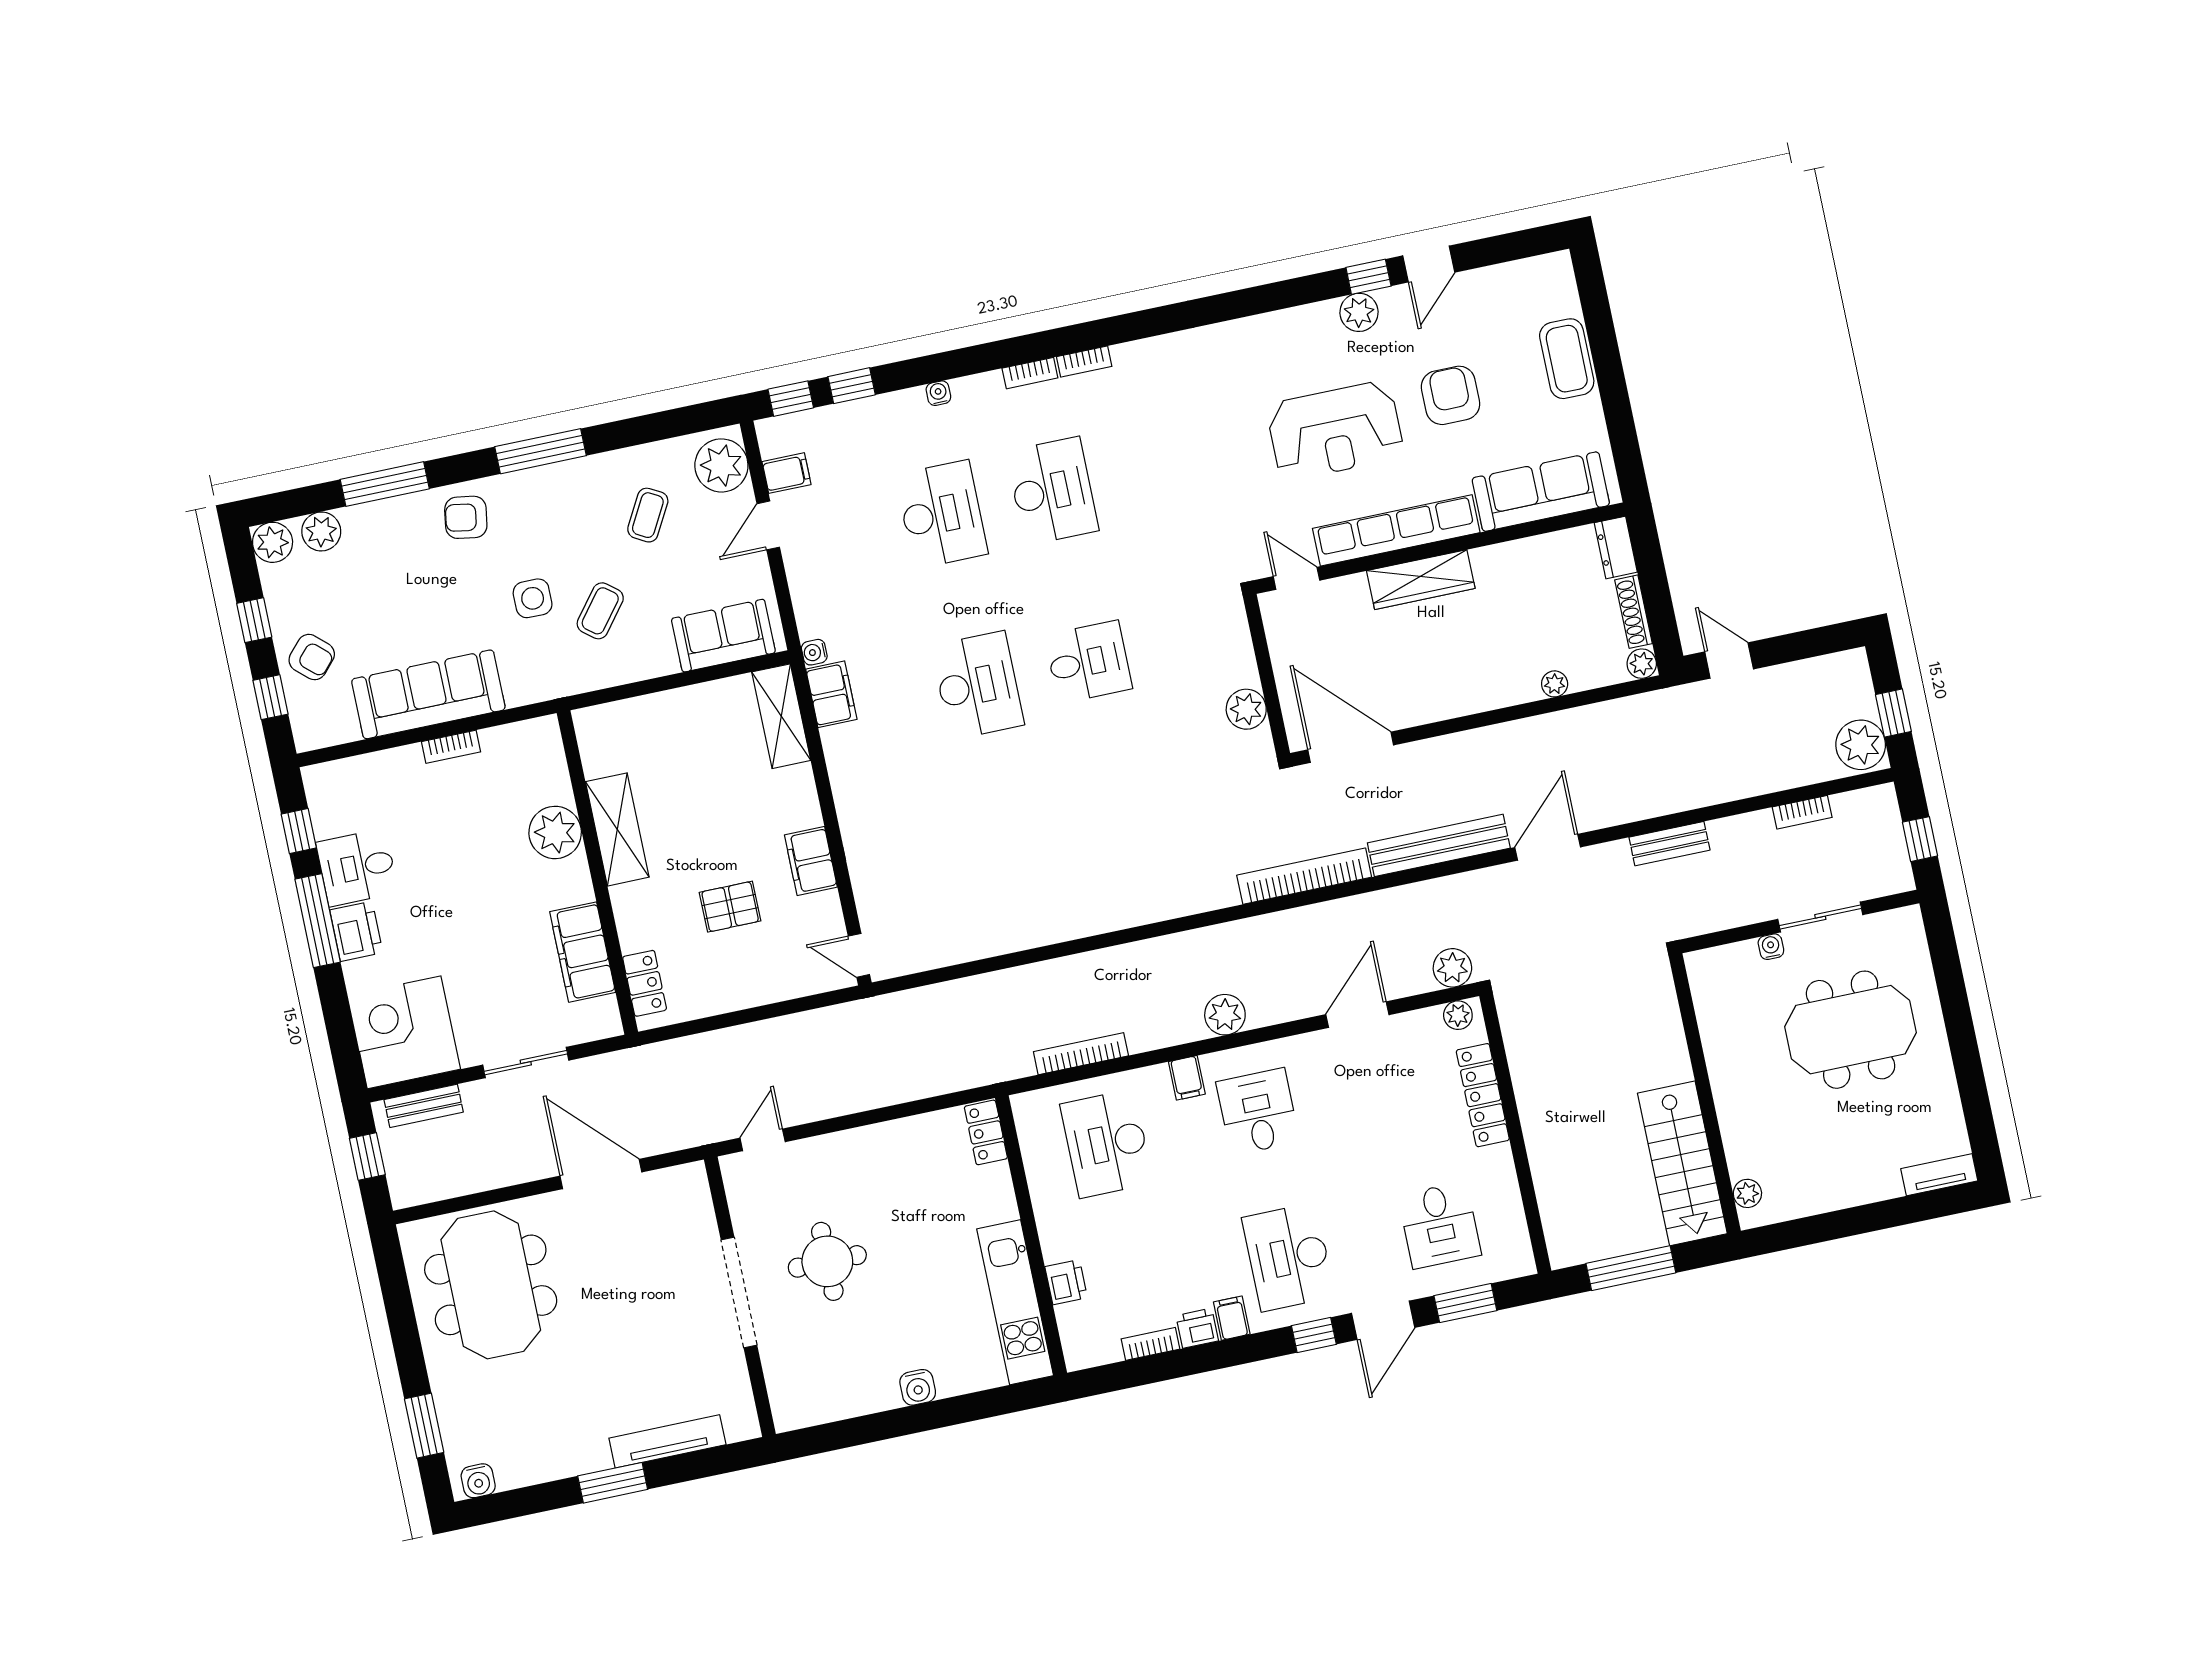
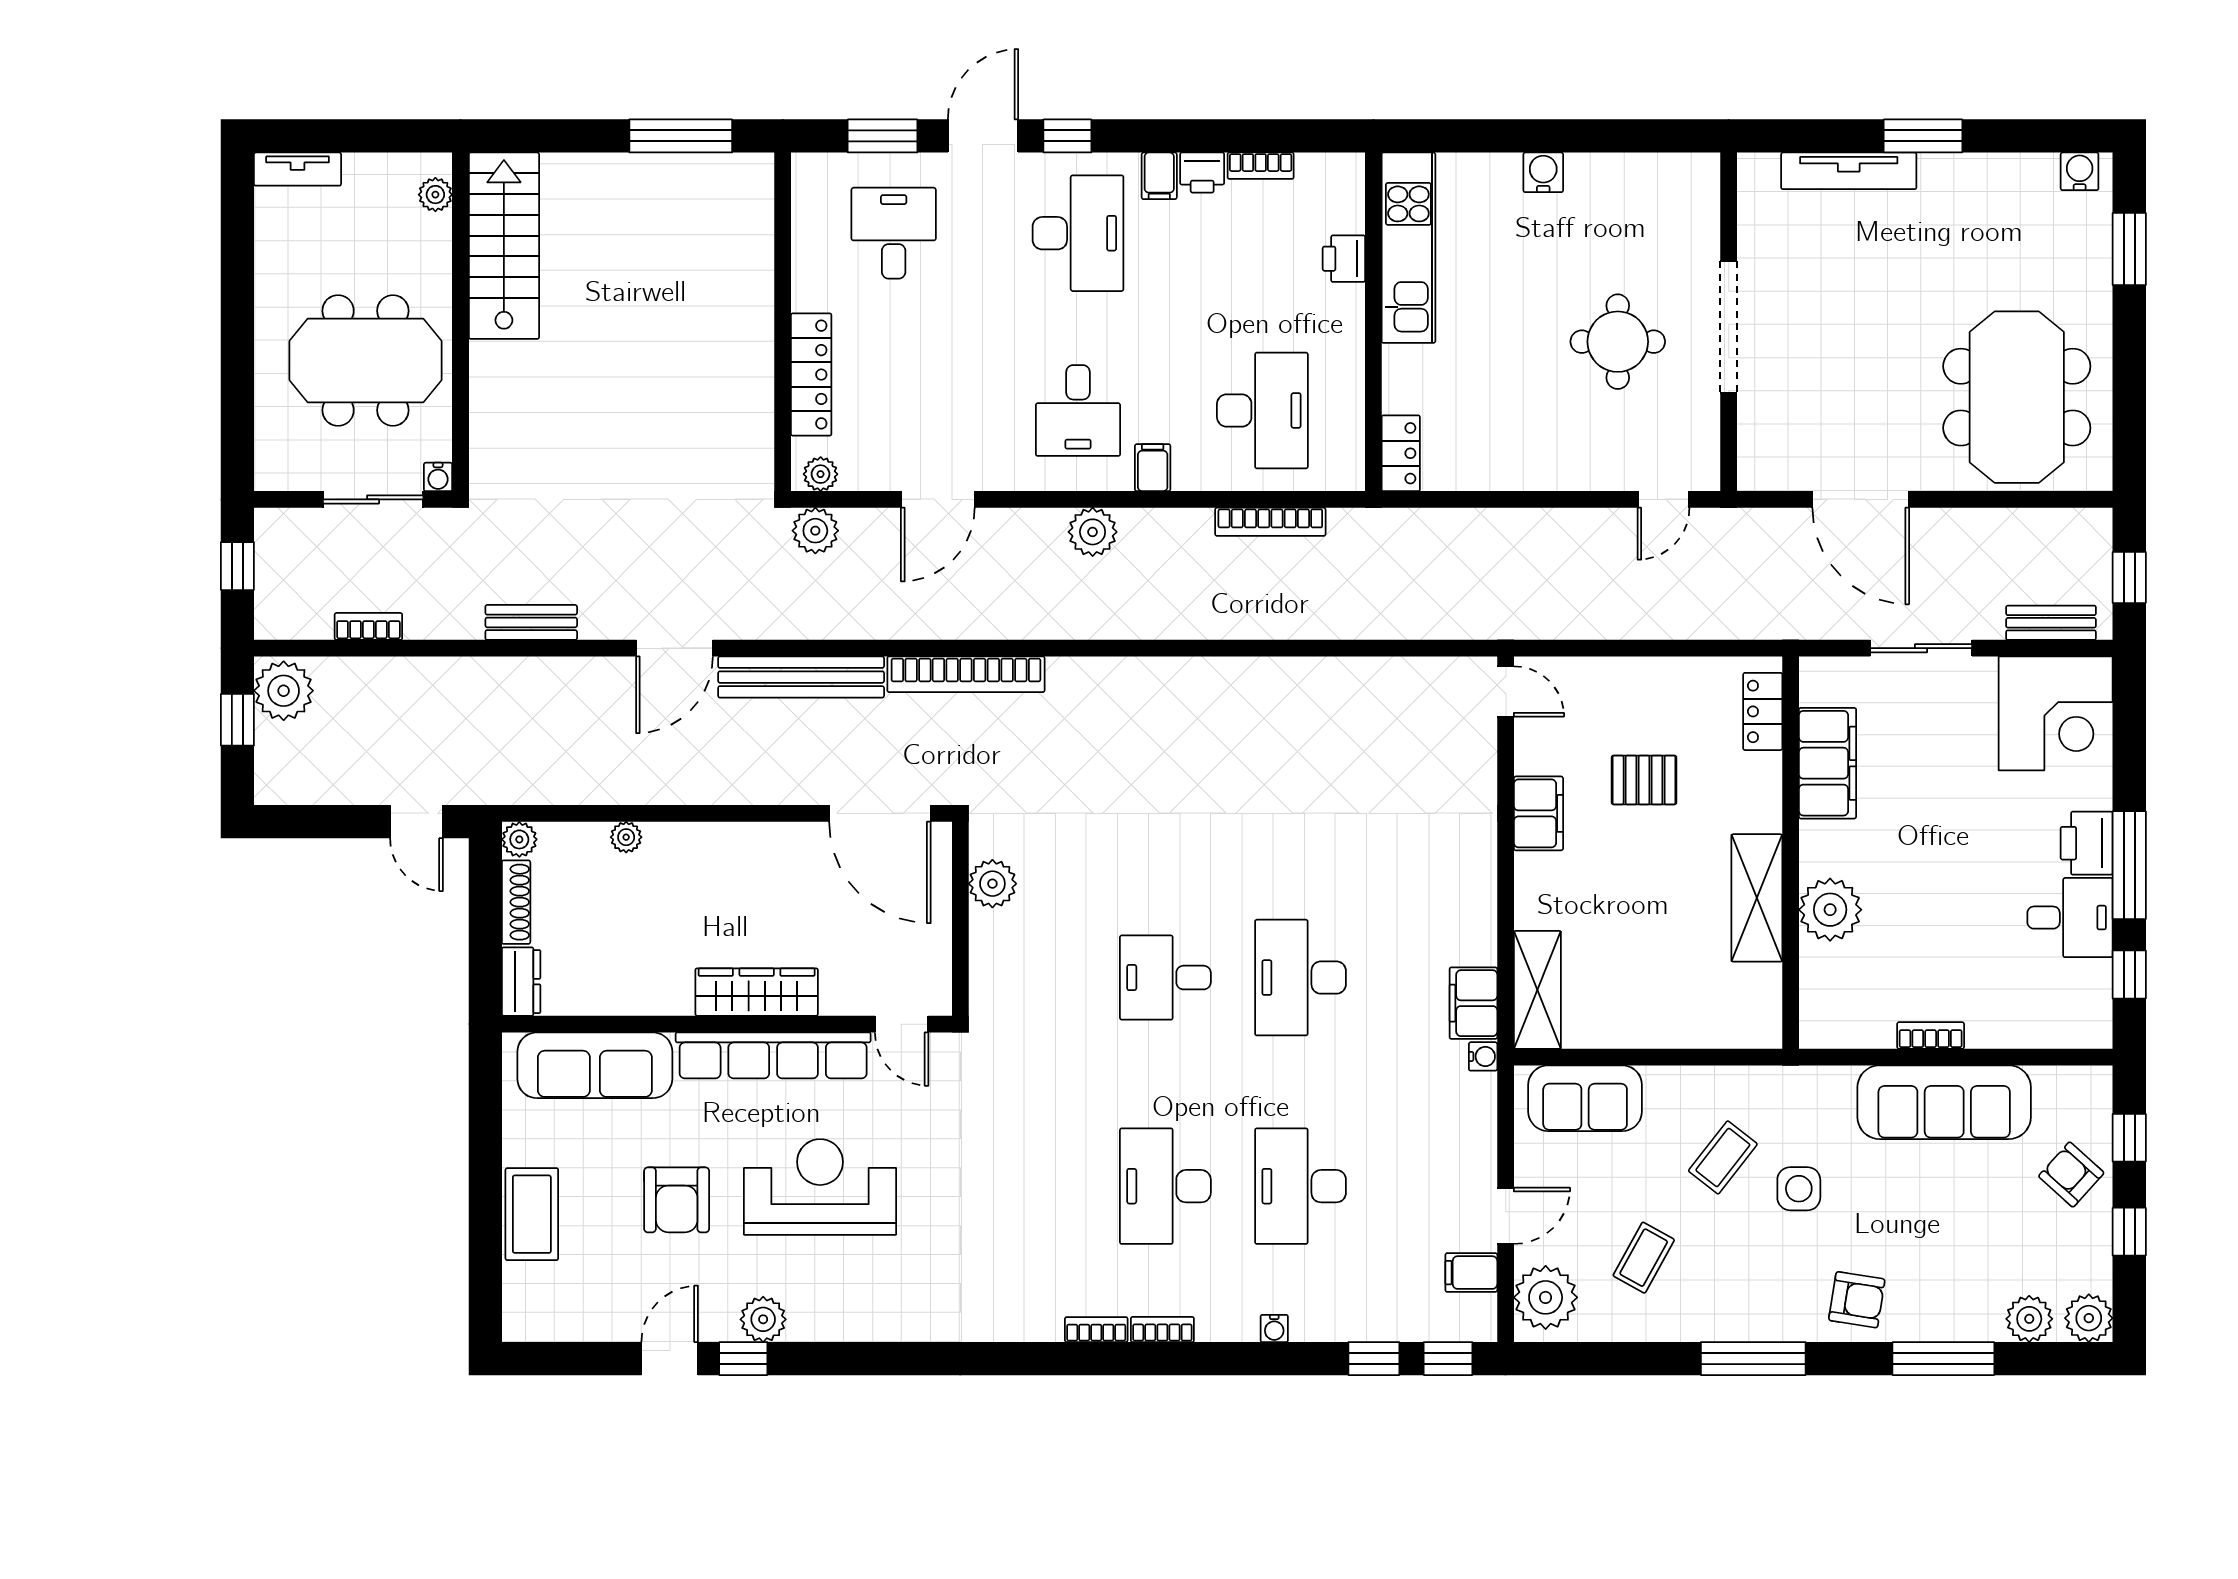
wall: (1705, 1093) -> (460, 322), moved
stairs: (1682, 1163) -> (504, 246), moved
plant: (1747, 1193) -> (435, 195), moved

